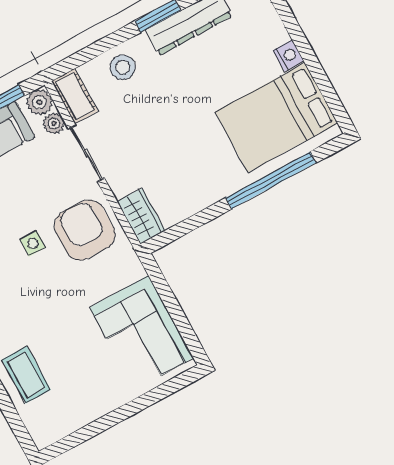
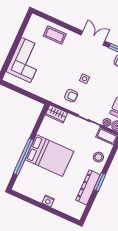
bed: (276, 118) -> (49, 156), moved, turned 90
armchair: (85, 230) -> (71, 96), width x0.53, depth x0.53
corner sofa: (142, 333) -> (26, 60), moved, turned 90

